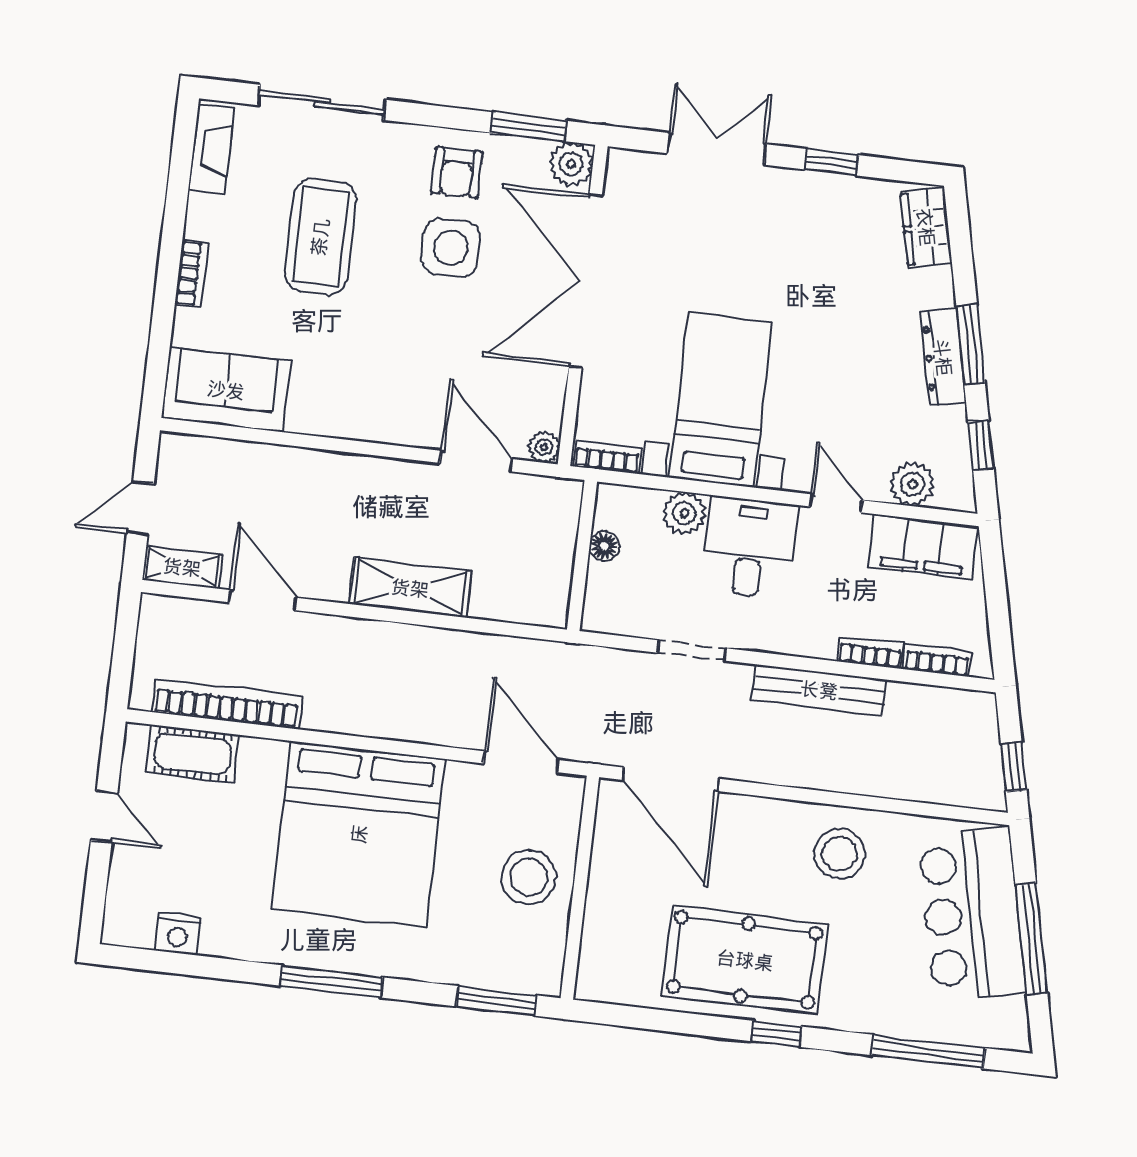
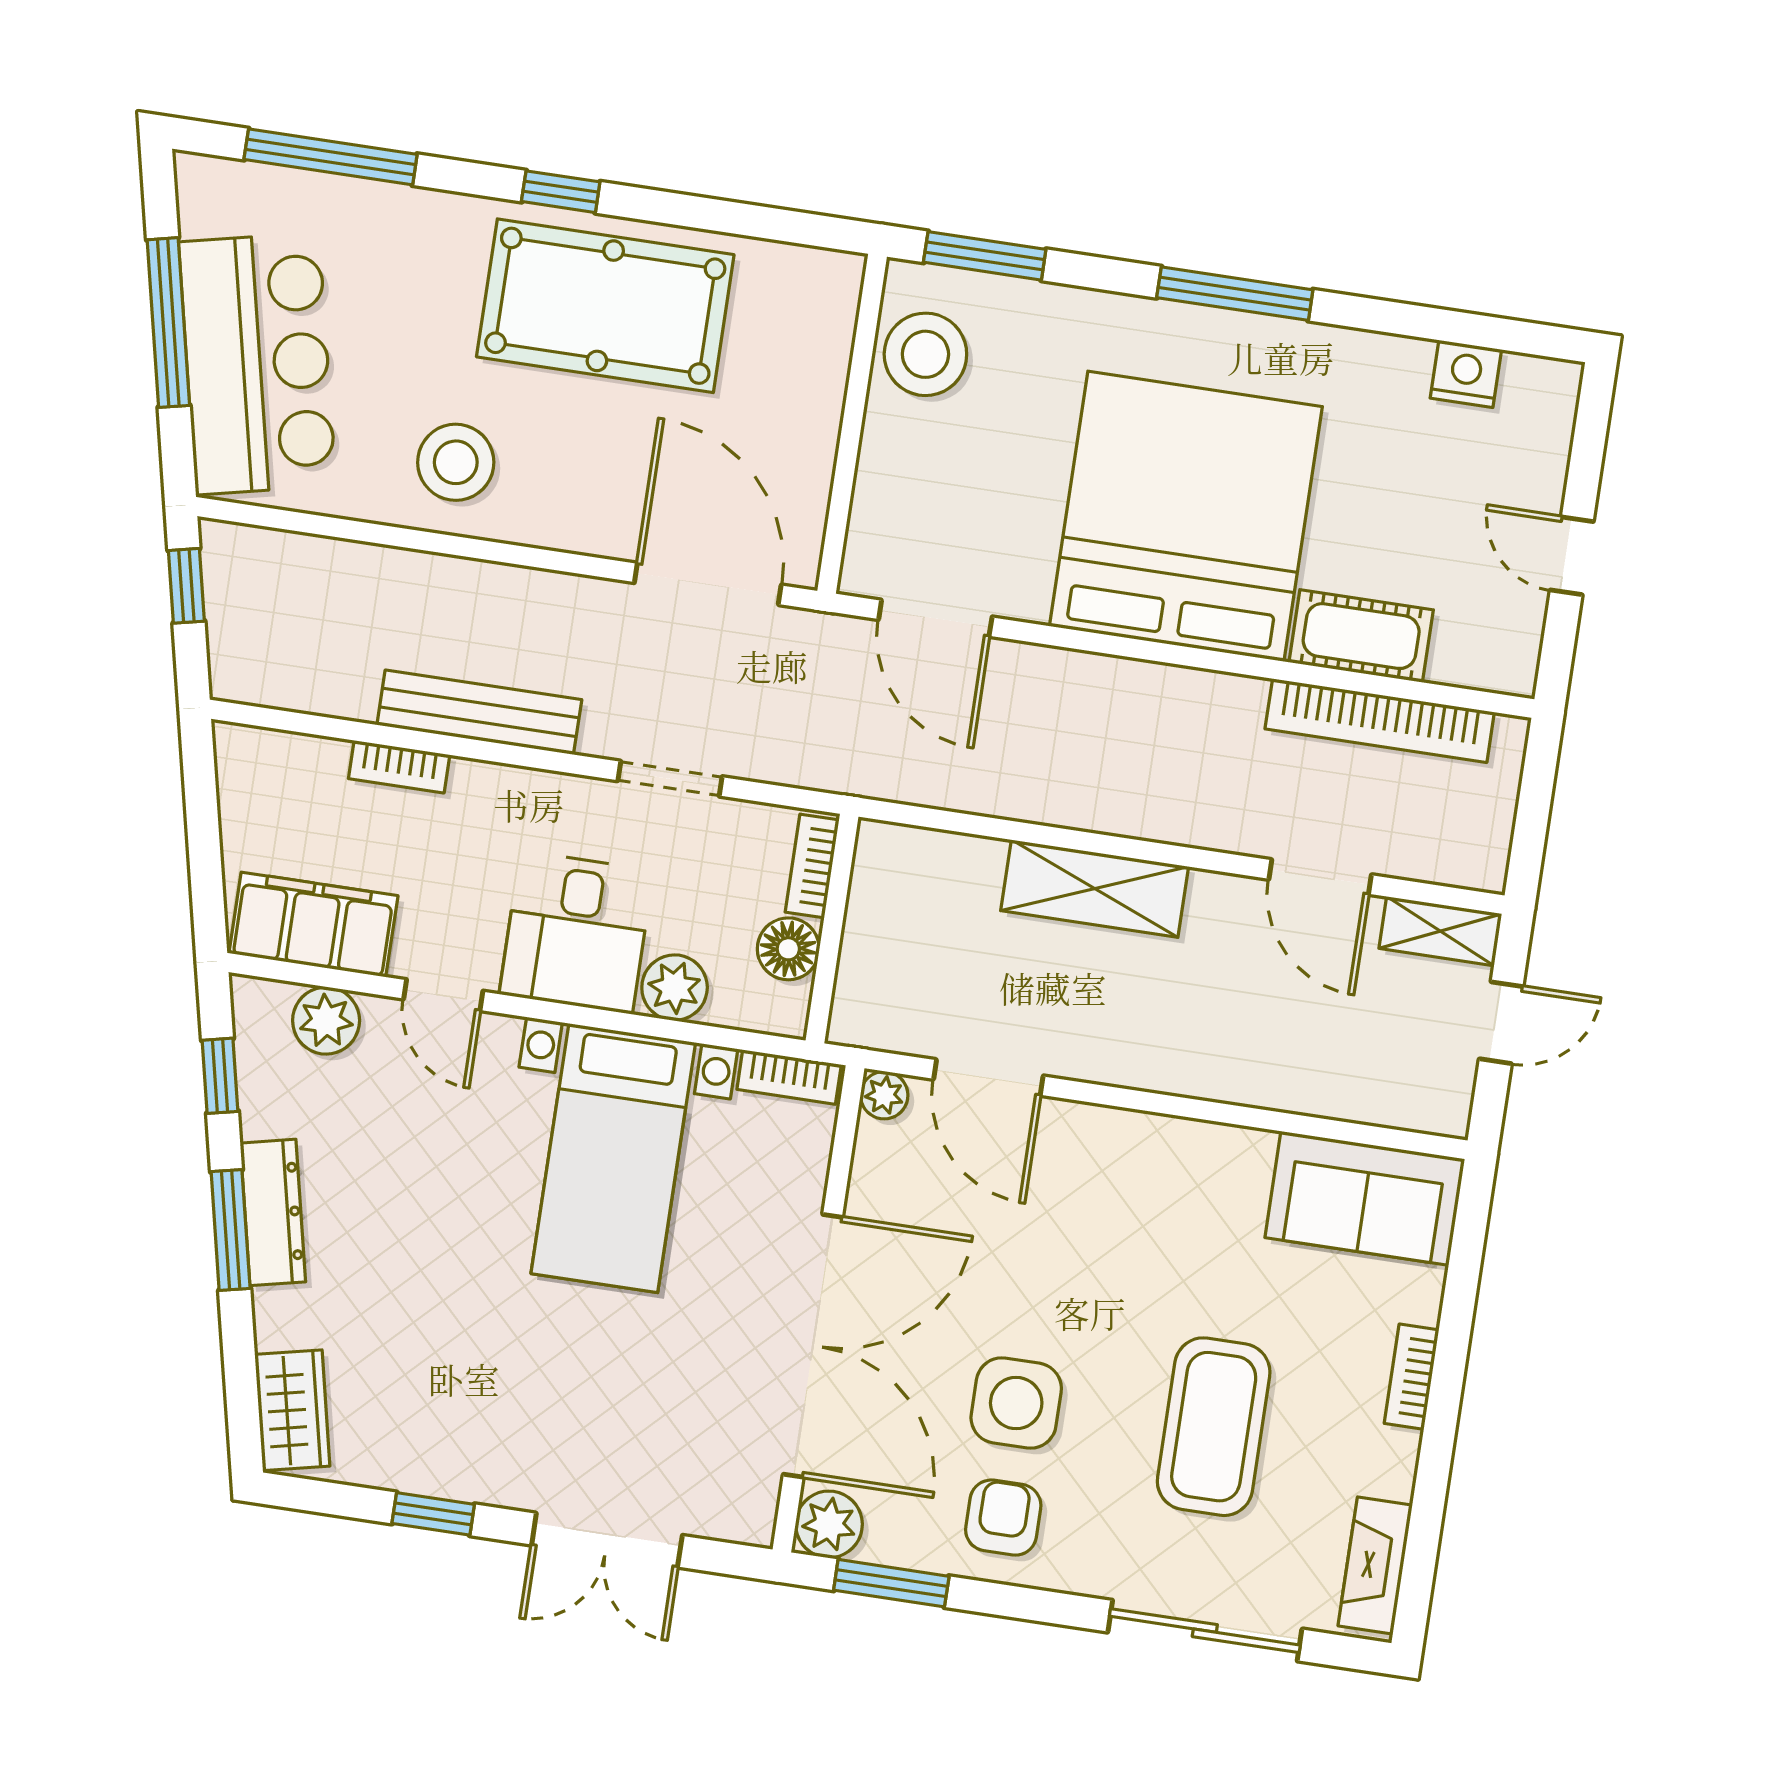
floor lamp: (604, 546) -> (788, 949), width x1.37, depth x1.37
bookcase: (937, 660) -> (812, 866), moved, turned 90
cot: (192, 754) -> (1361, 636), moved
stool: (529, 877) -> (925, 354), moved

